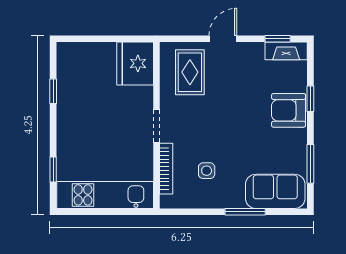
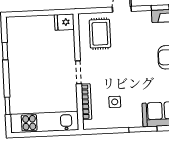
fridge: (135, 63) -> (64, 22), width x0.53, depth x0.75

